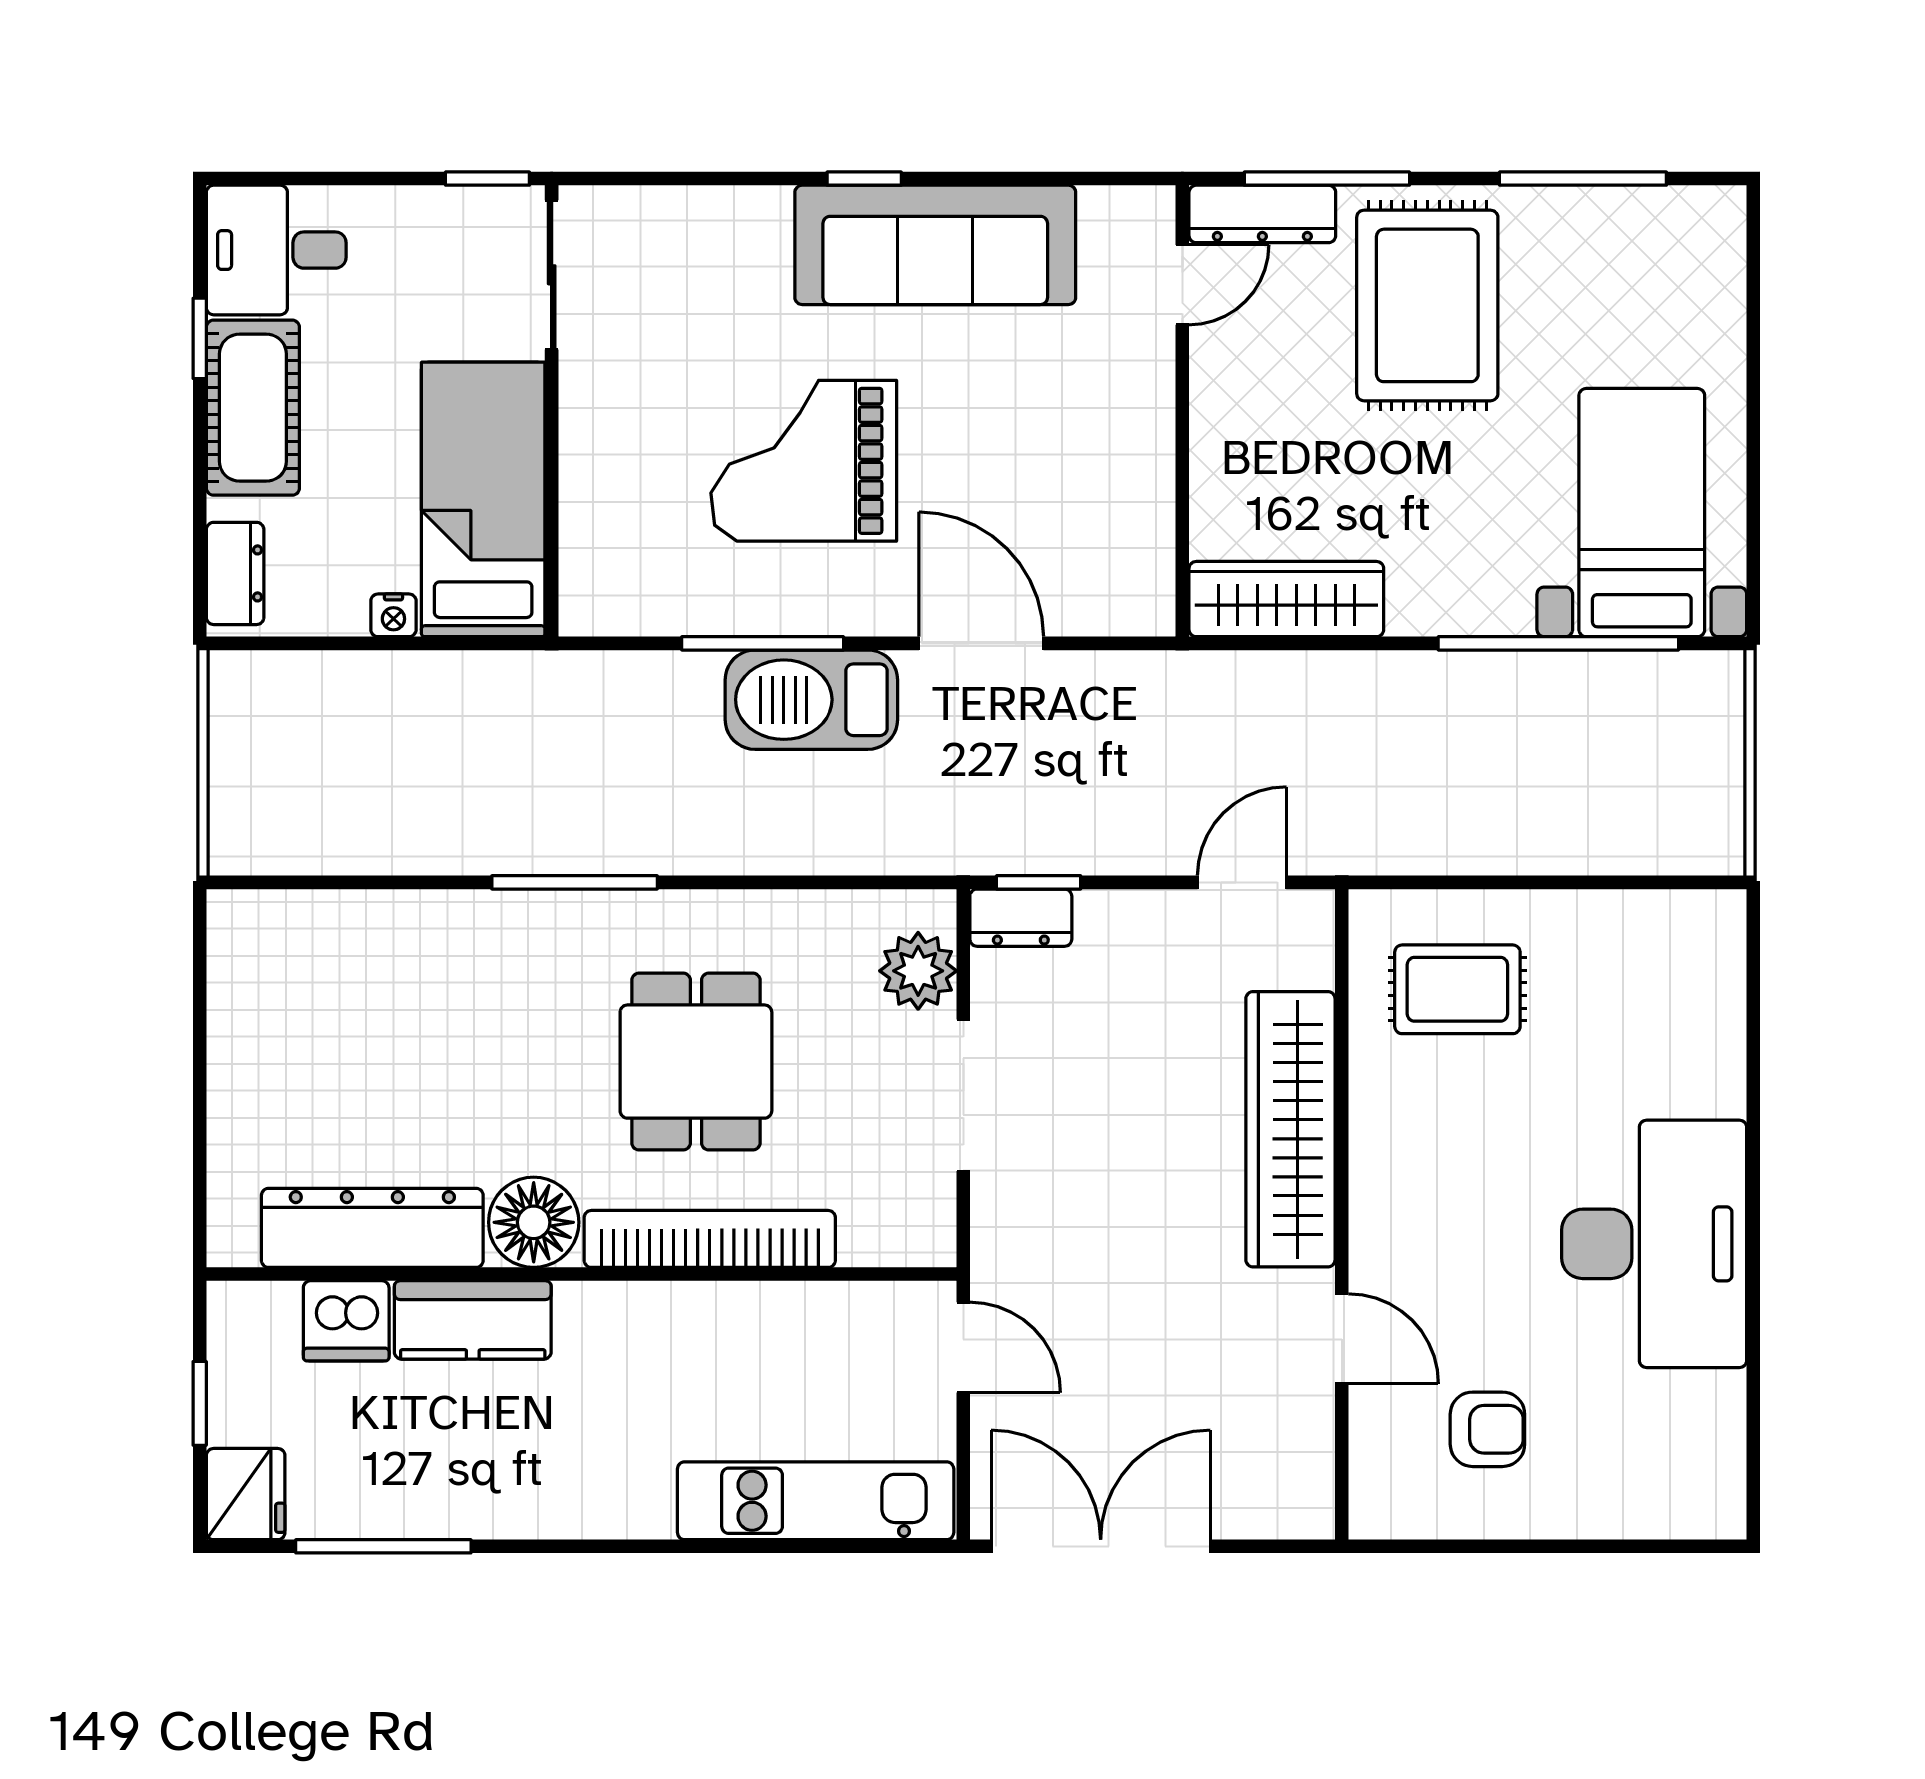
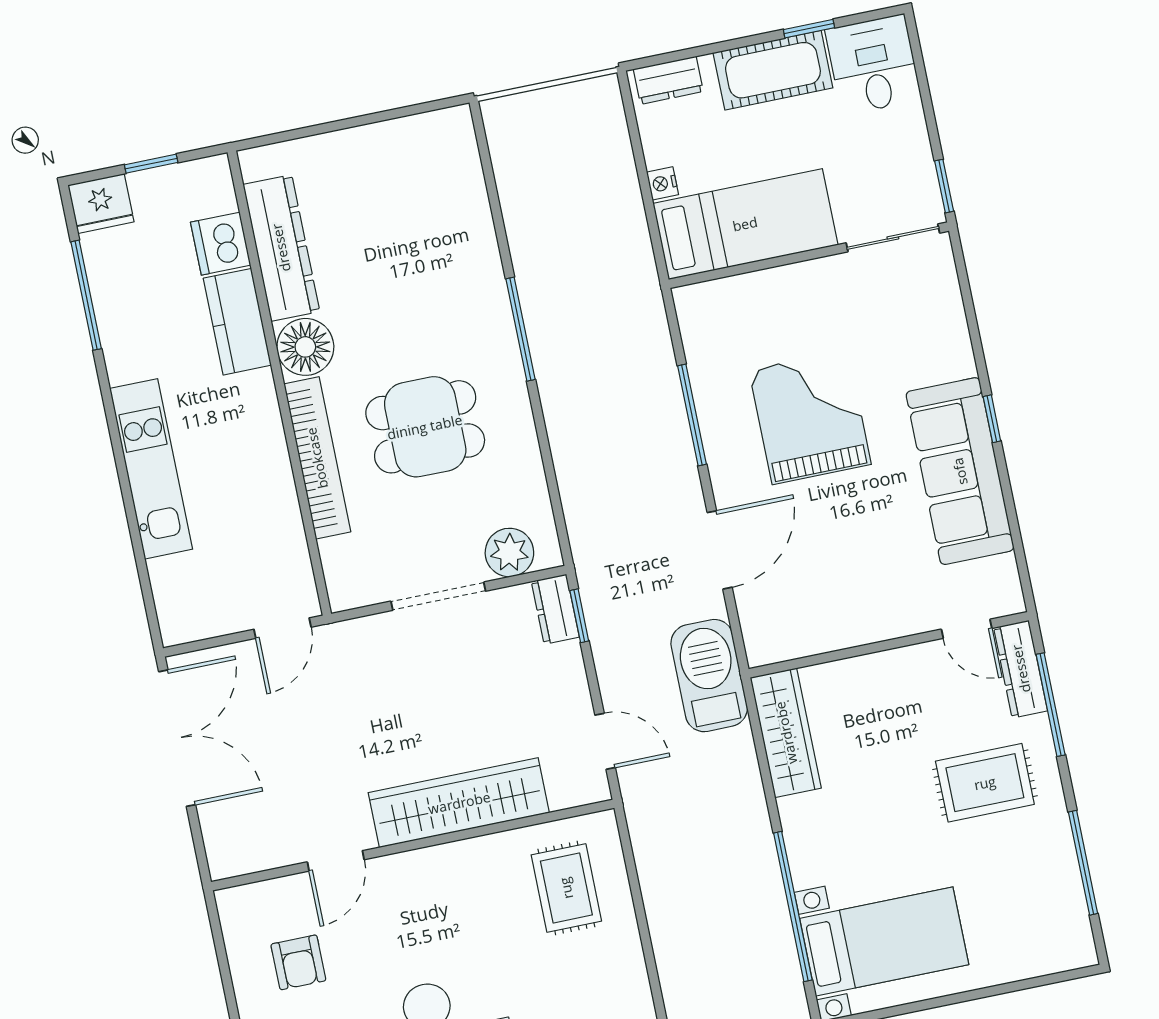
rug: (1427, 305) -> (985, 783), width x0.73, depth x0.70
barbecue: (811, 700) -> (709, 676), moved
kitchen unit: (816, 1501) -> (151, 469), moved

